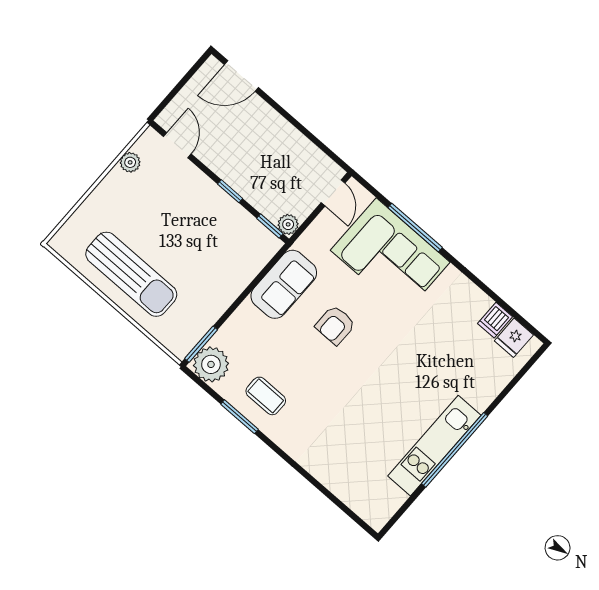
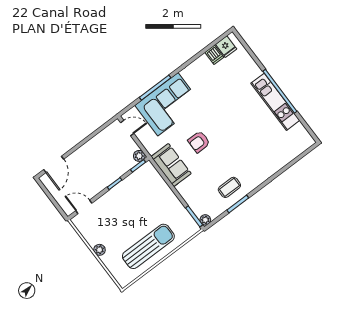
plant: (130, 162) -> (99, 250), moved
armchair: (335, 325) -> (199, 142), turned 90
plant: (211, 364) -> (205, 220), width x0.53, depth x0.53

